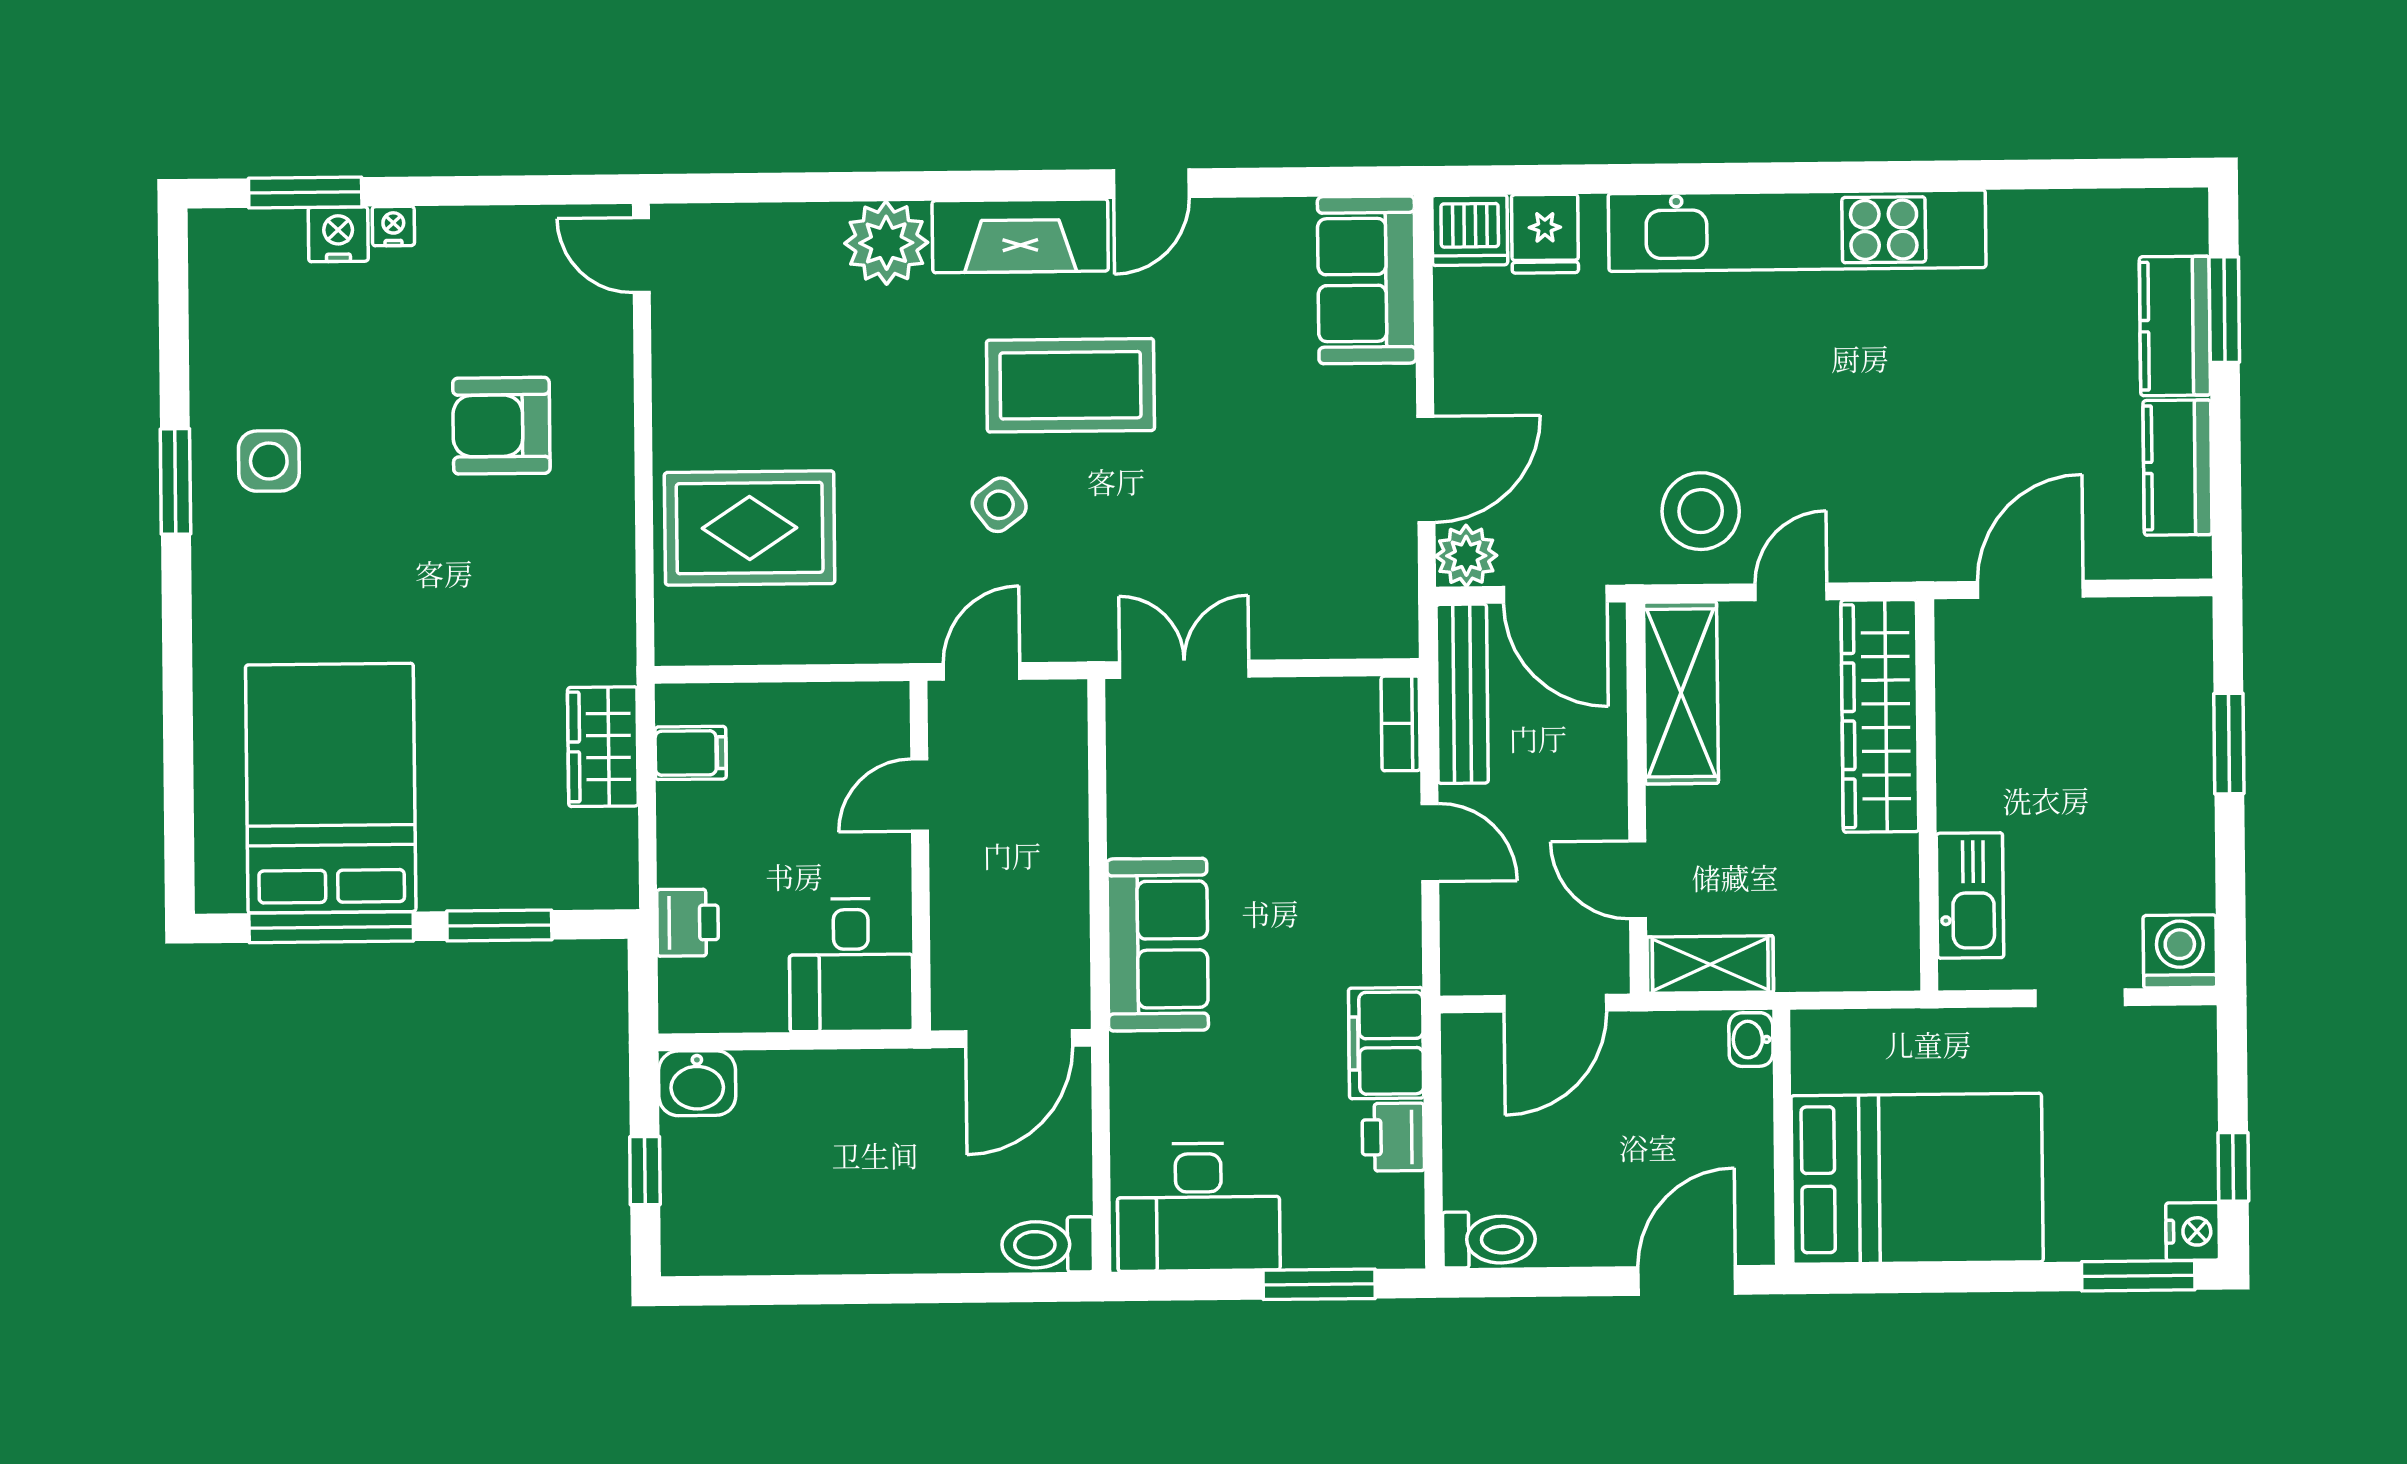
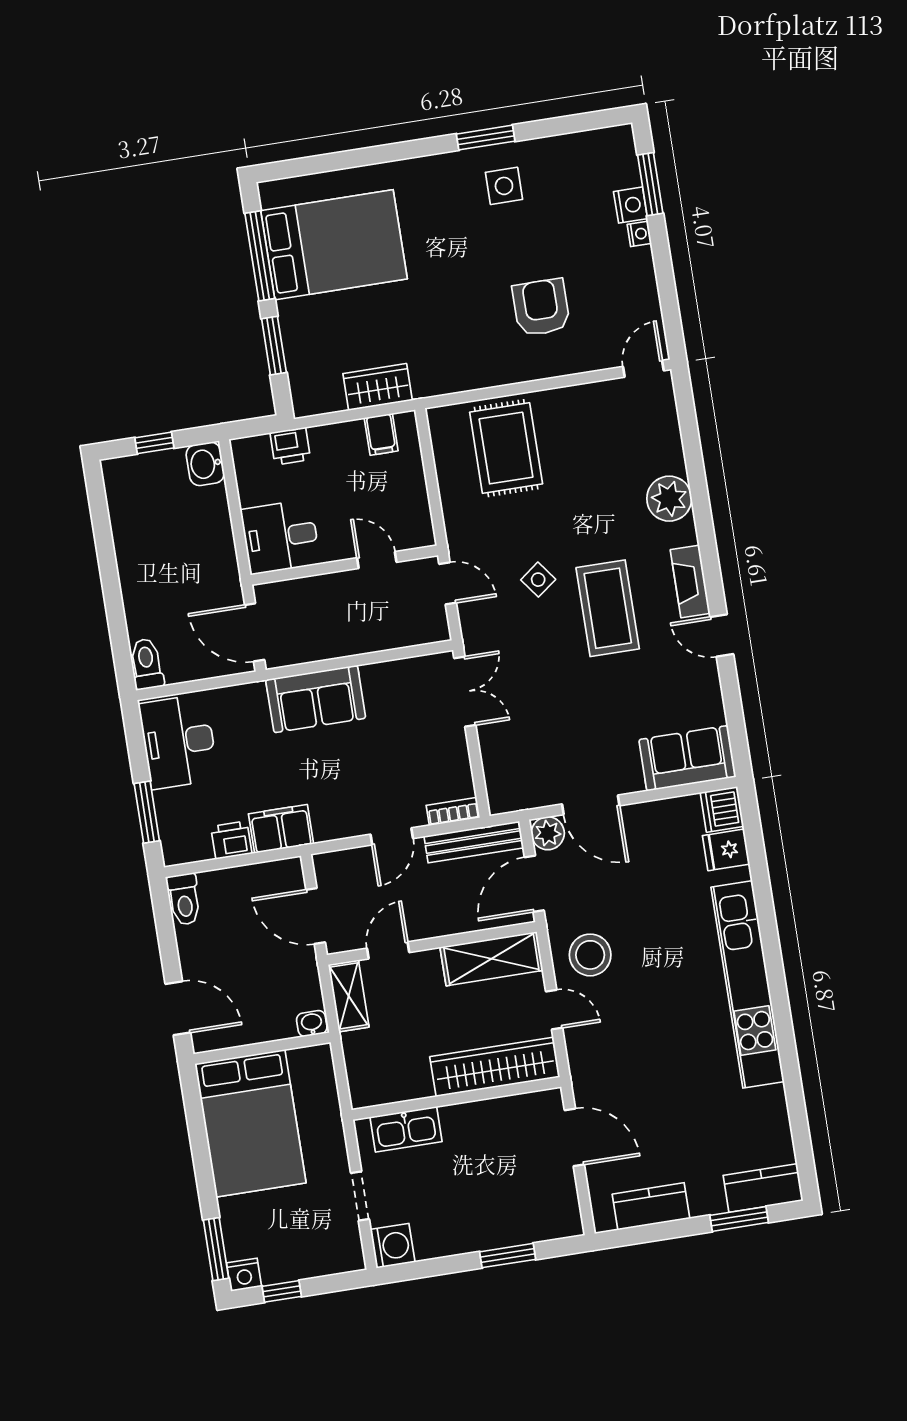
fireplace: (1020, 236) -> (690, 582), width x0.73, depth x0.76
kitchen counter: (2175, 326) -> (763, 1188), moved

